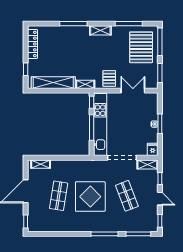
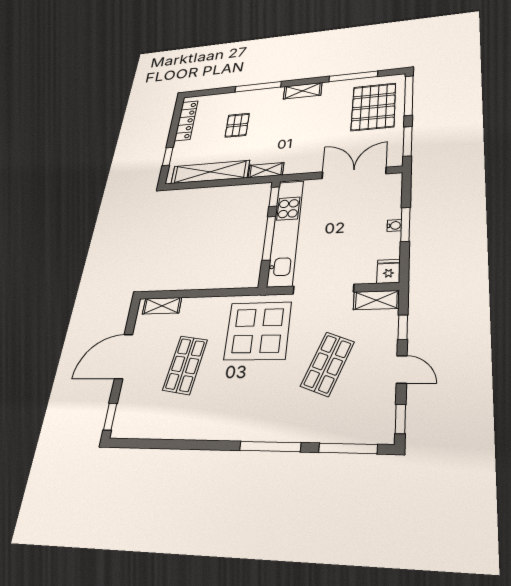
pallet: (109, 78) -> (237, 125), moved
double door: (133, 91) -> (354, 173), width x1.37
shop shelf: (127, 196) -> (327, 364), turned 42
display table: (90, 197) -> (258, 331), moved

